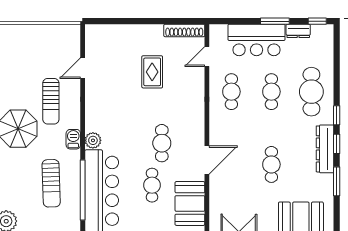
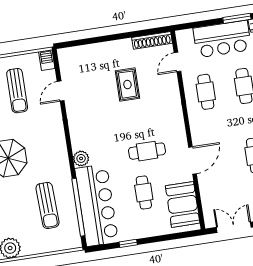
sun lounger: (51, 101) -> (17, 91), moved
barbecue: (73, 139) -> (47, 60), moved
cafe table: (162, 143) -> (147, 151), turned 90

